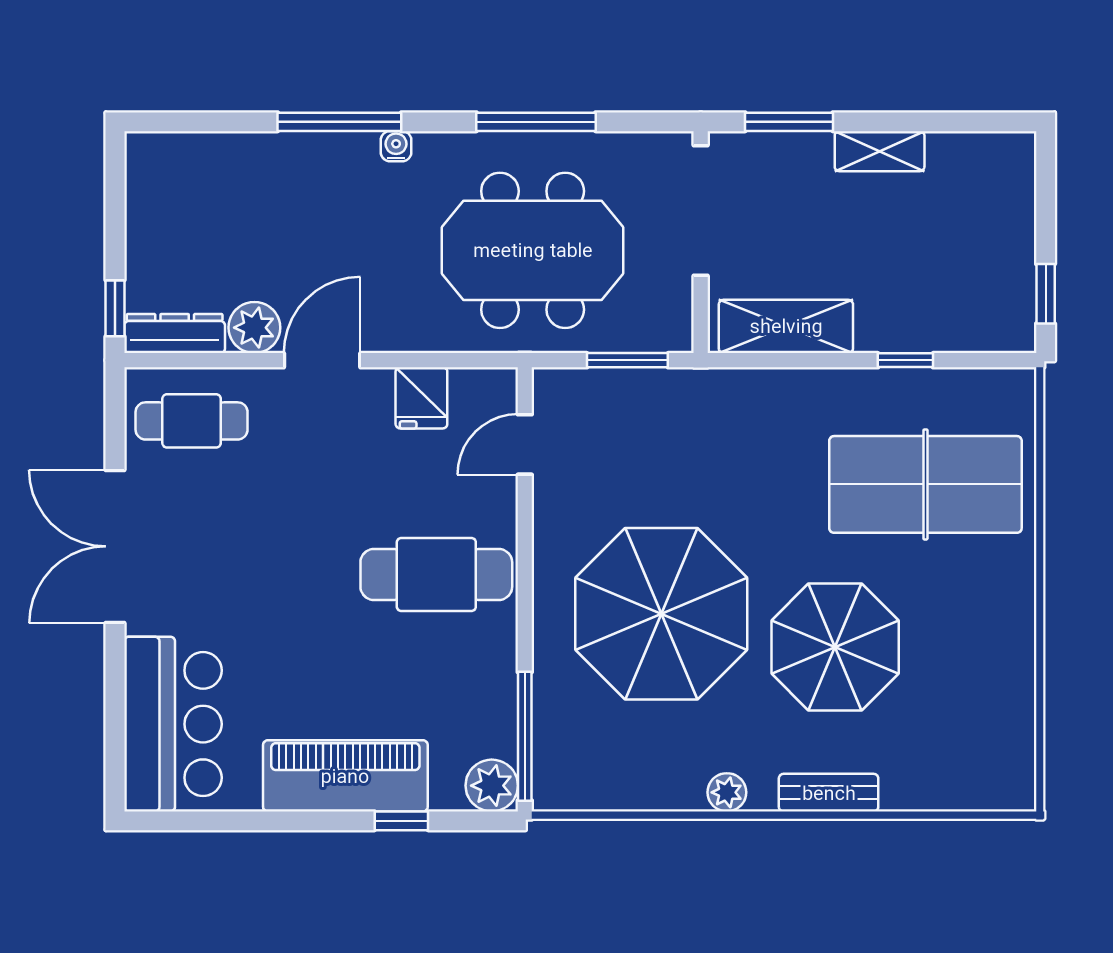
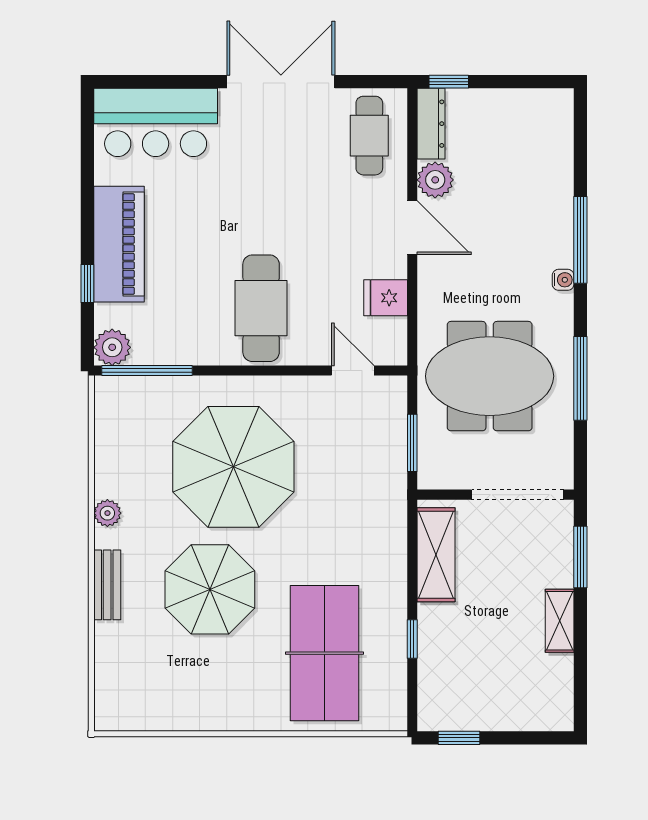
meeting table: (533, 250) -> (490, 376), turned 90

